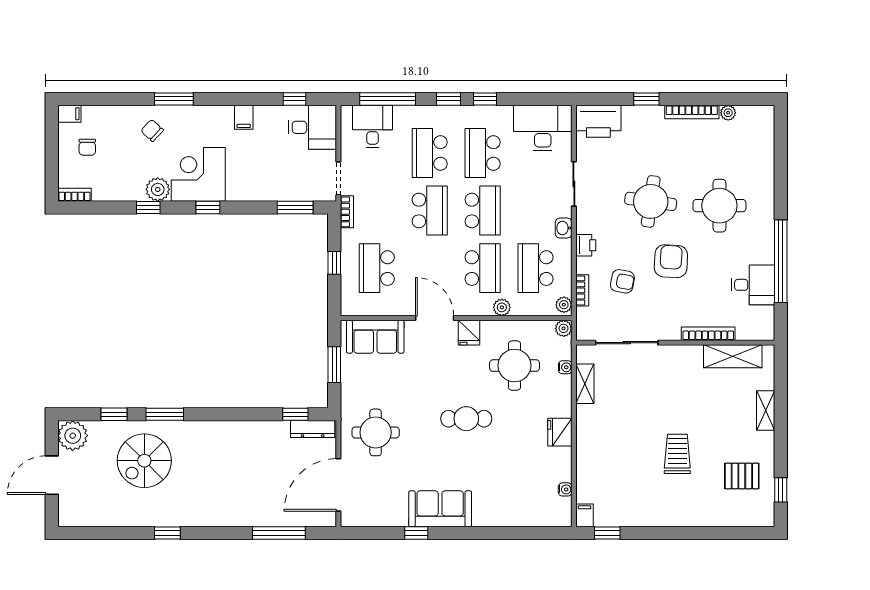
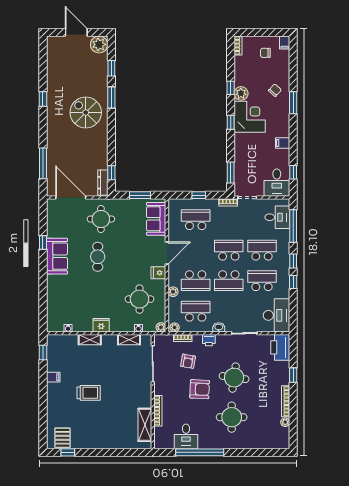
school desk: (430, 211) -> (229, 250), turned 180
shelving: (766, 411) -> (90, 340), moved
cafe table: (466, 419) -> (98, 257), moved
spiral stairs: (144, 461) -> (86, 113), moved
pallet: (742, 476) -> (63, 438), moved
filing cabinet: (585, 515) -> (53, 377), moved

